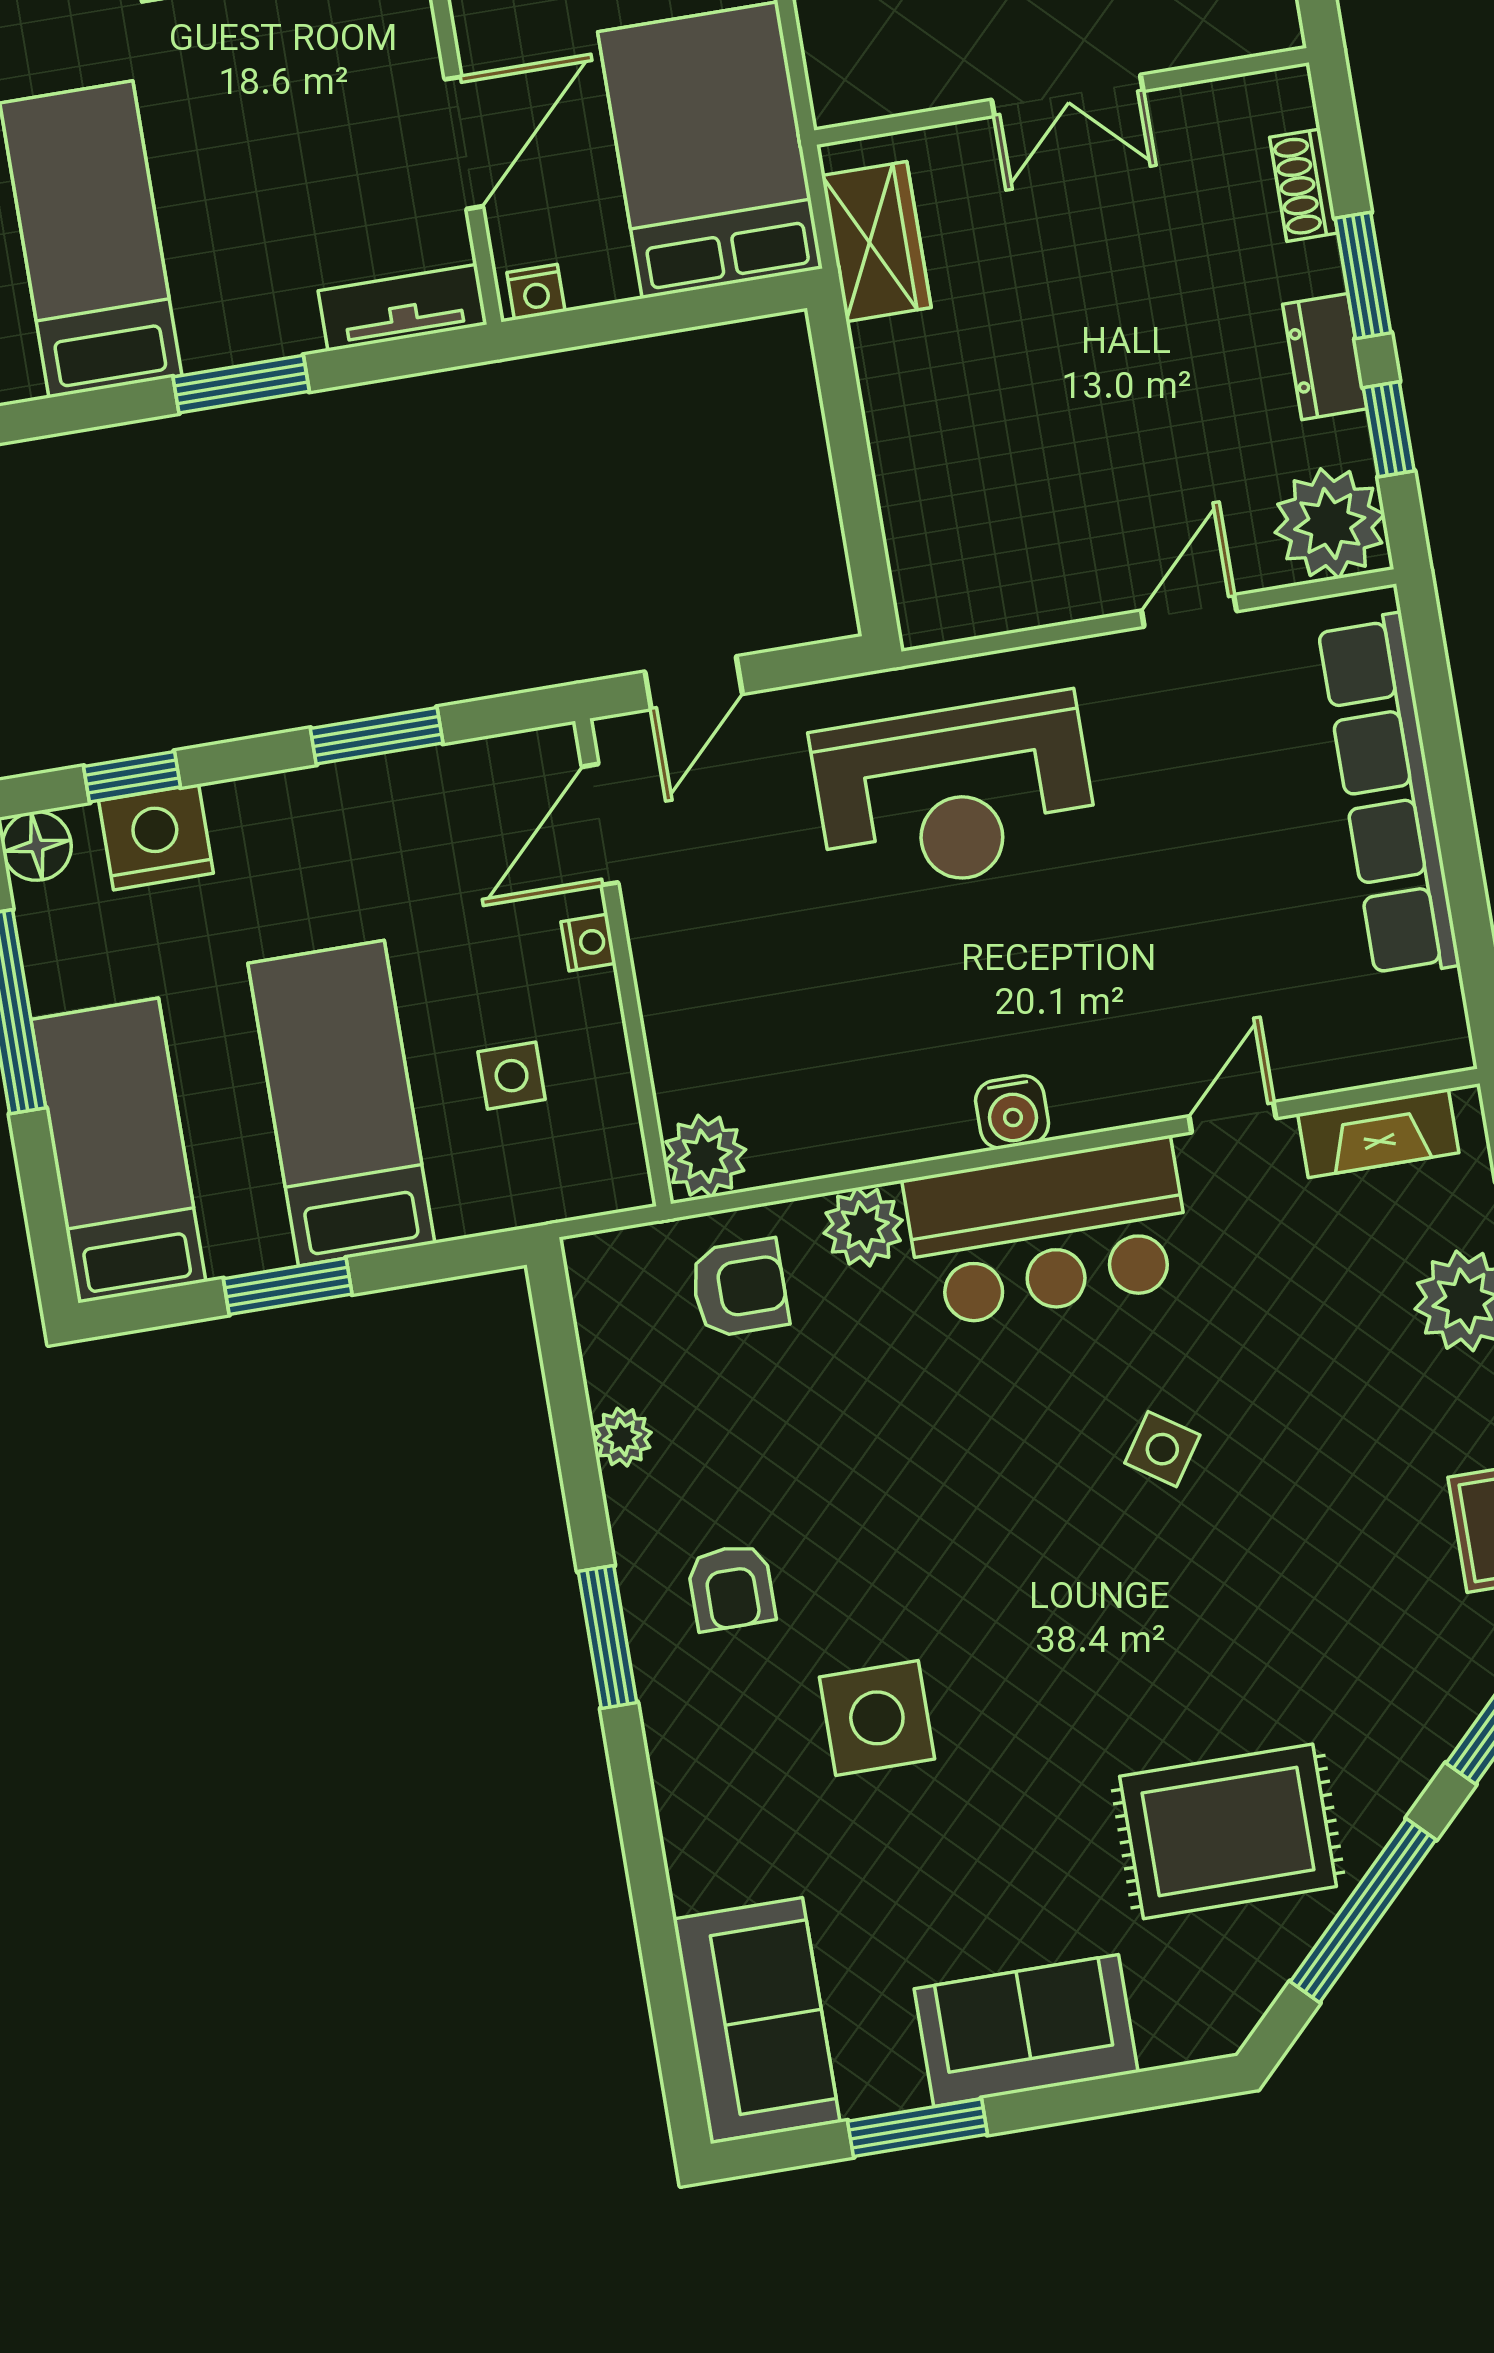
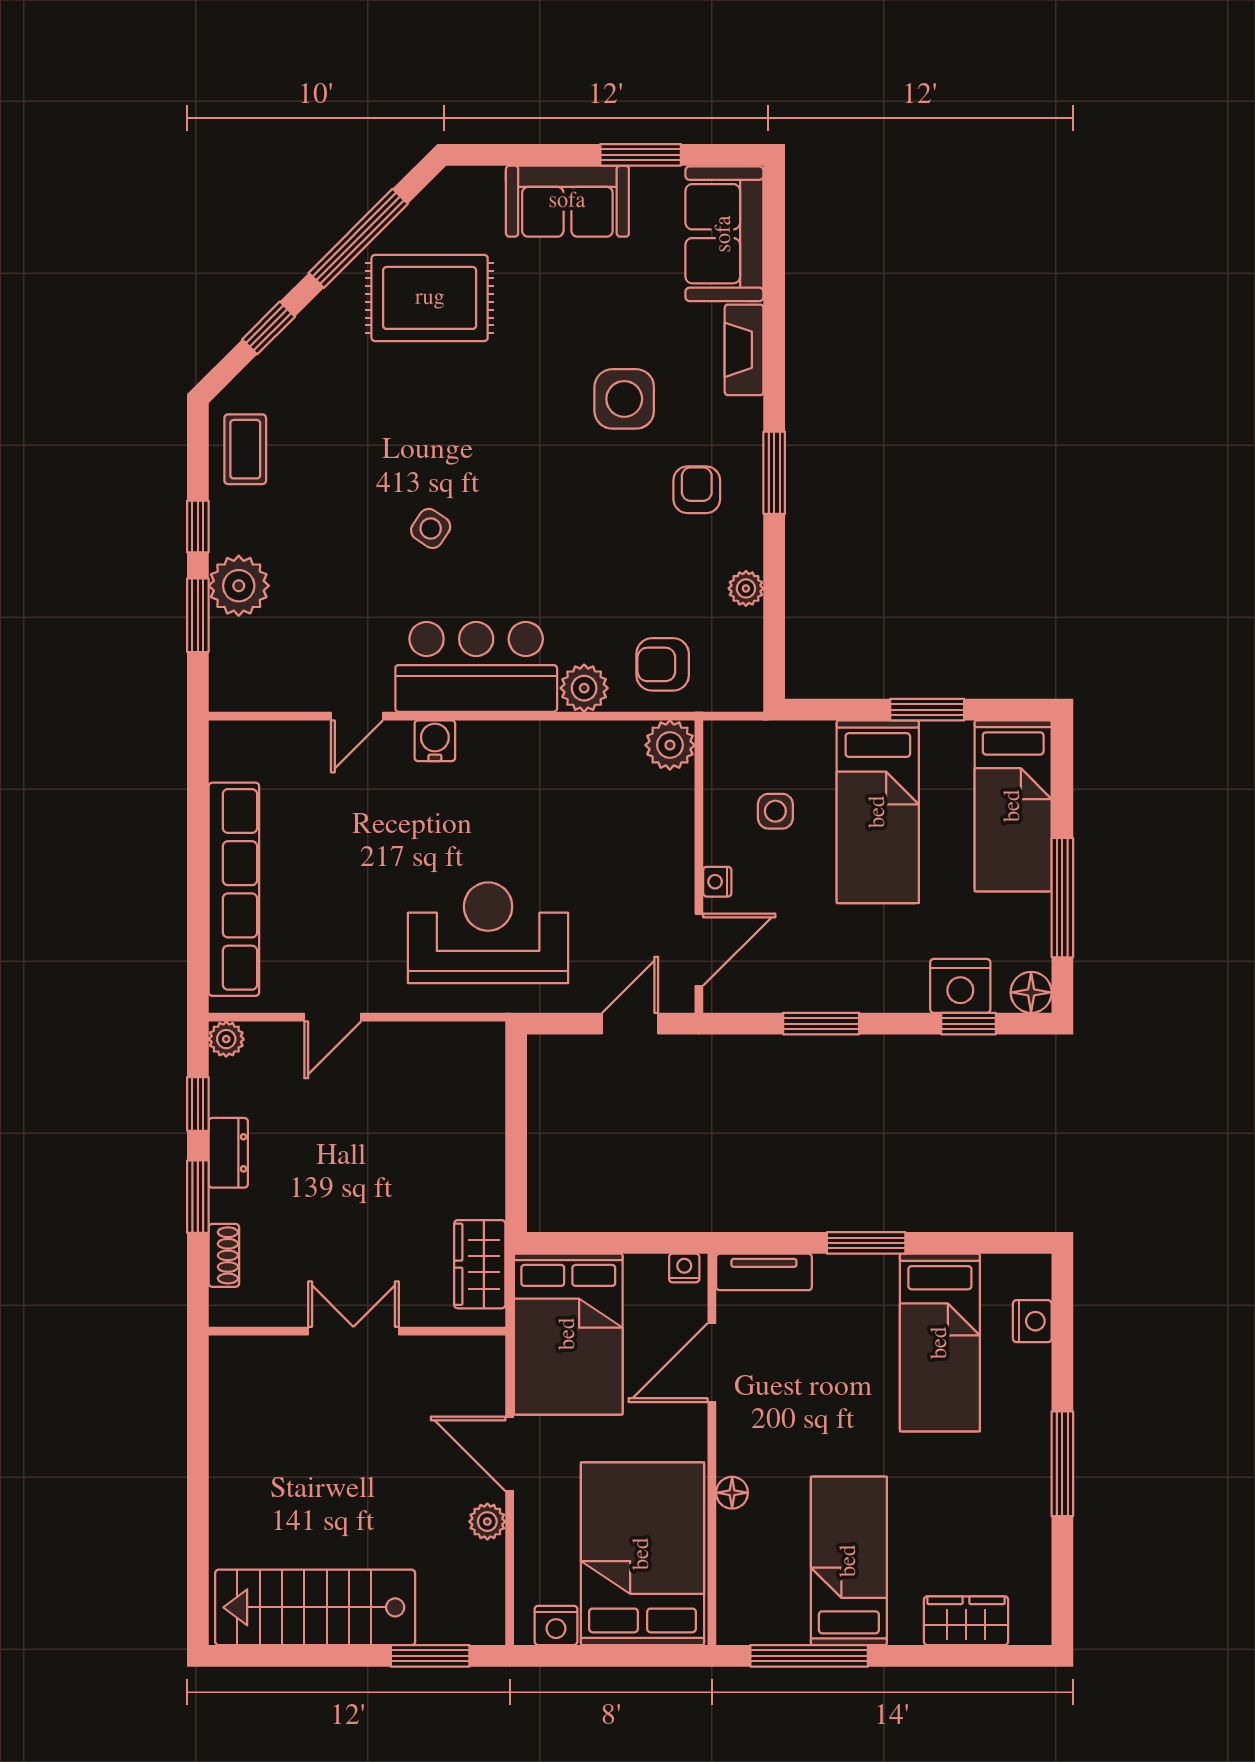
plant: (1330, 523) -> (226, 1039), width x0.53, depth x0.53
water cooler: (1012, 1112) -> (435, 741), moved
fireplace: (1378, 1133) -> (744, 350), moved, turned -90

